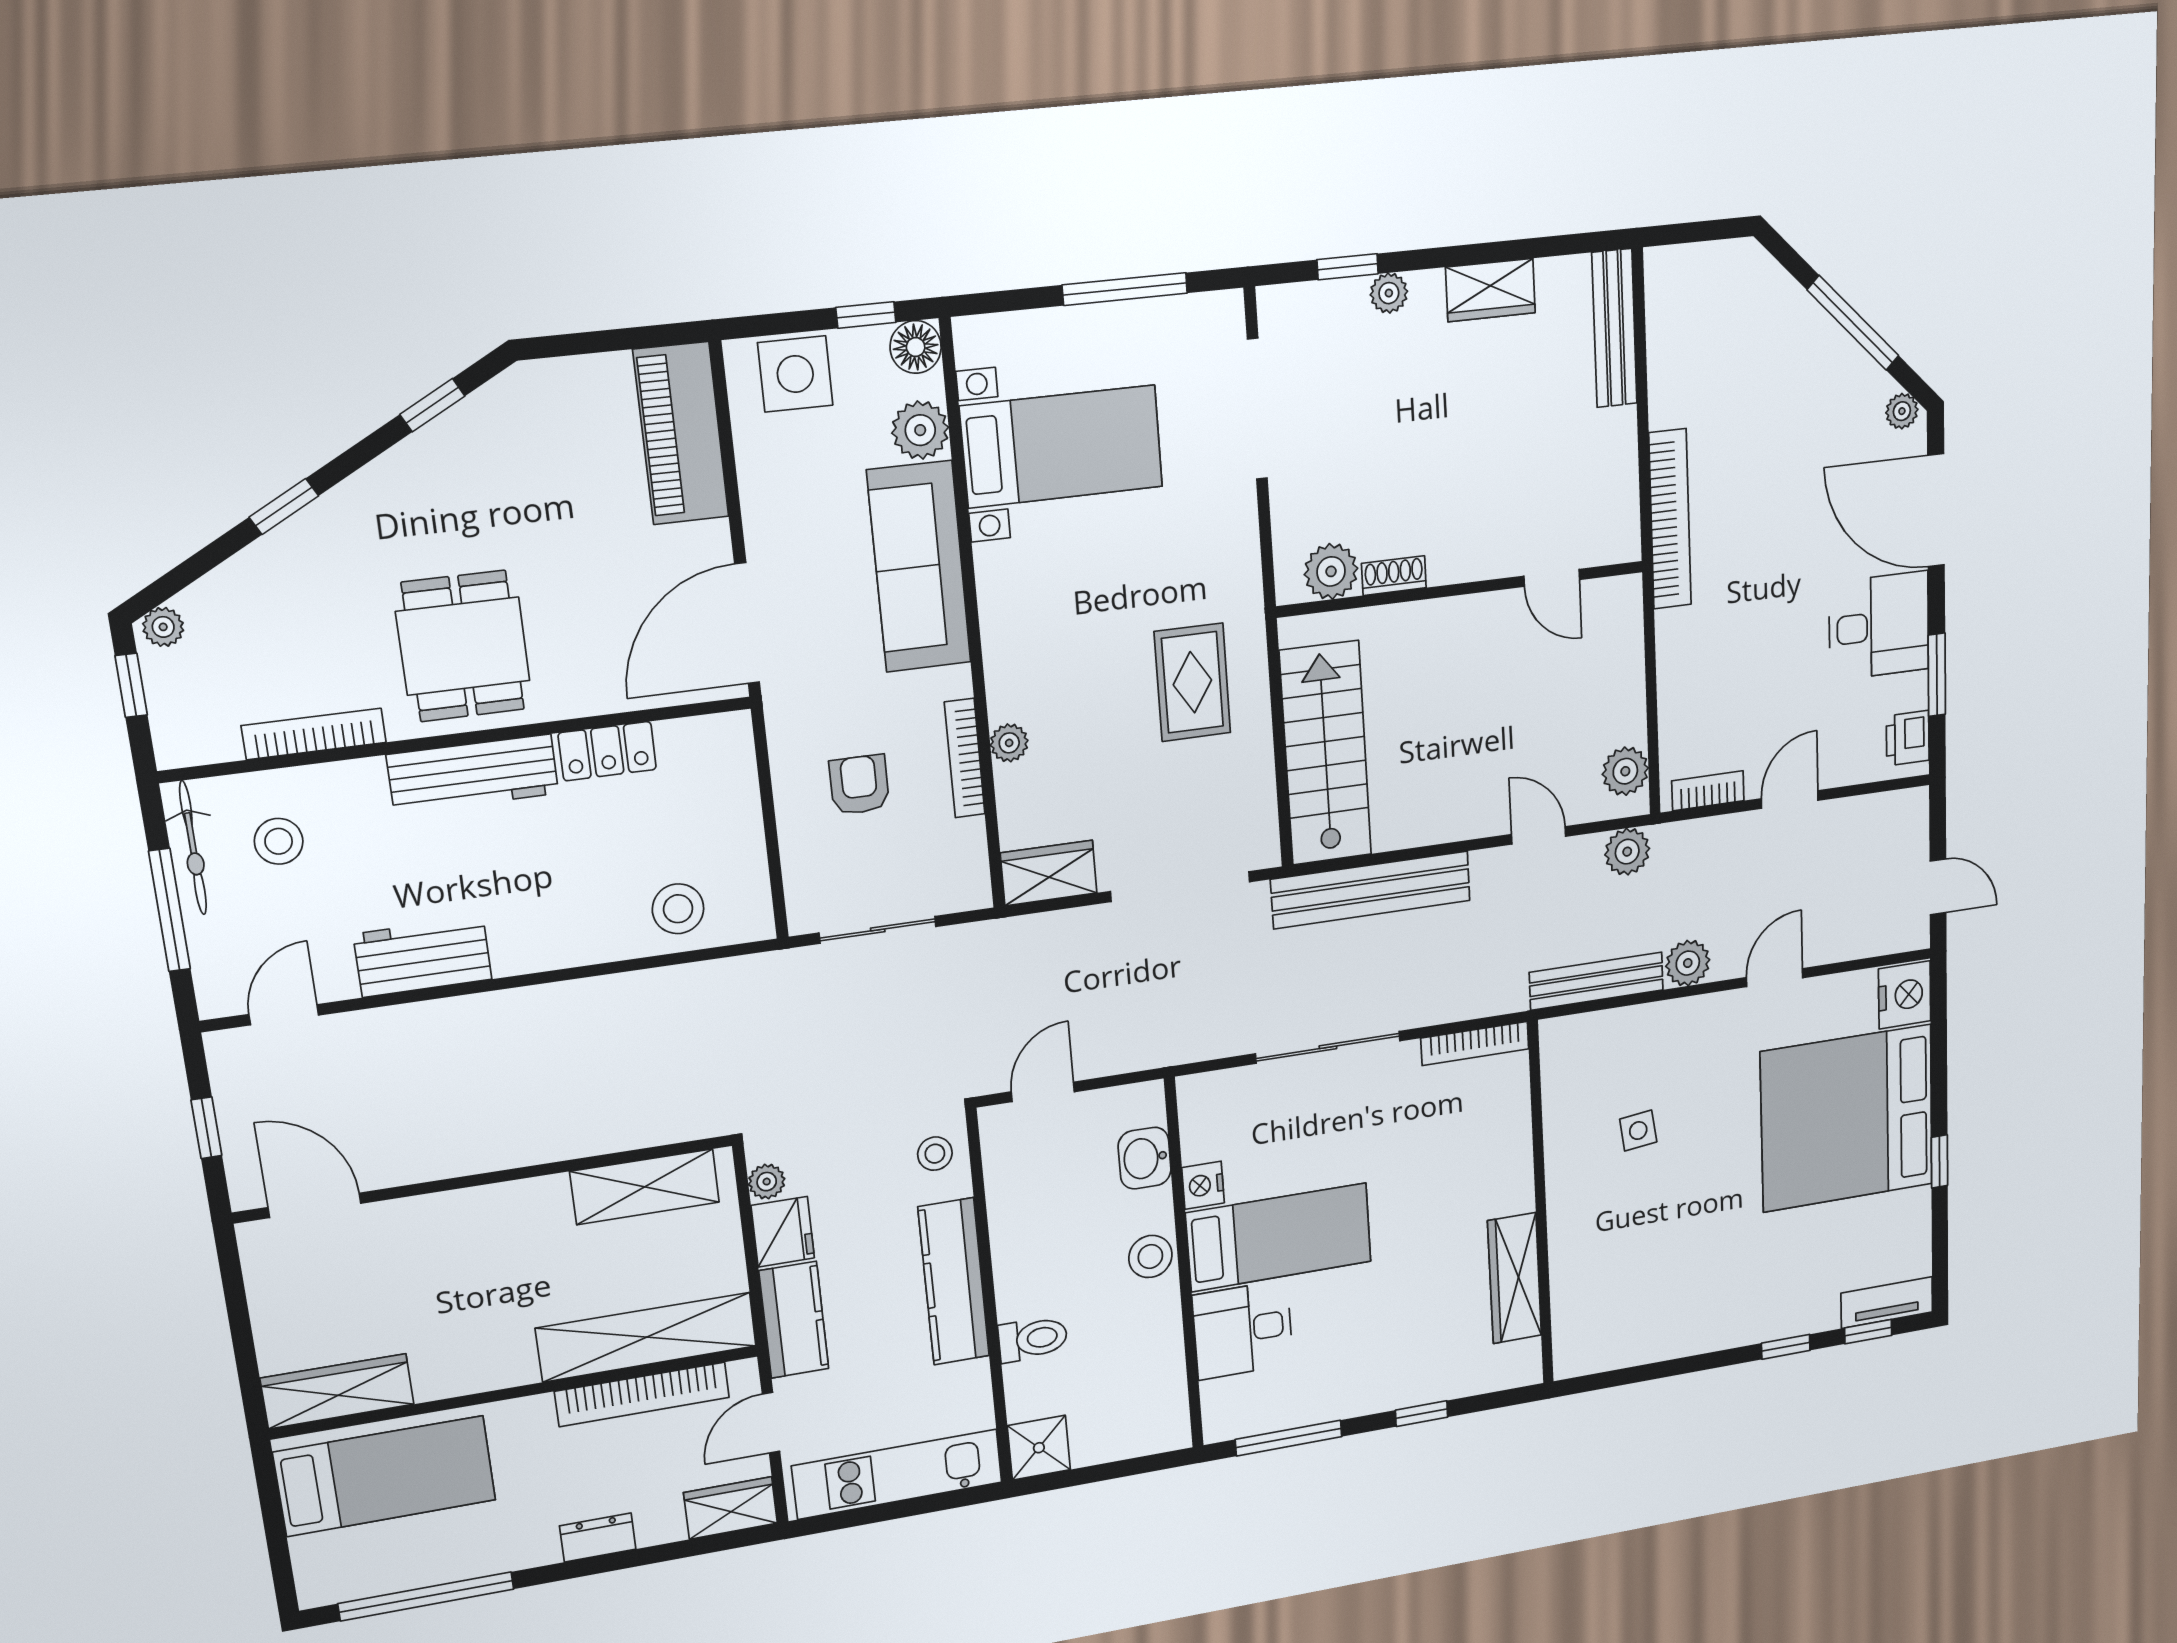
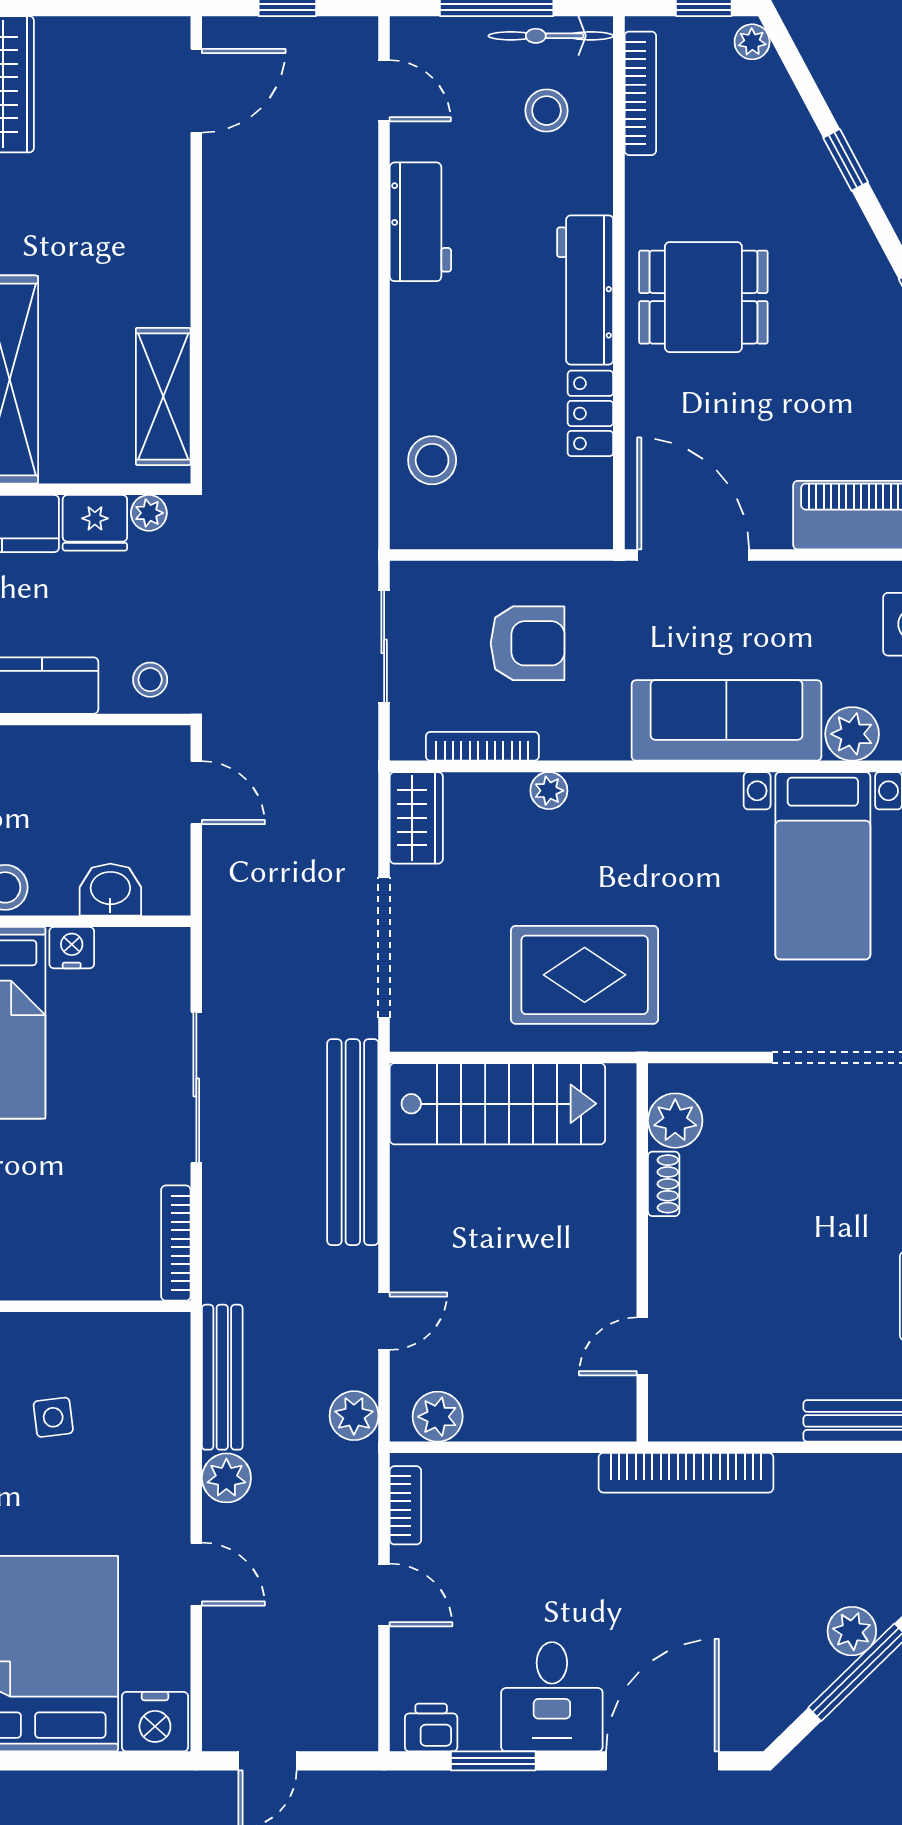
plant: (1902, 411) -> (852, 1631), moved, width x1.38, depth x1.38
rug: (1192, 682) -> (585, 975), width x1.36, depth x1.43
bookcase: (314, 734) -> (640, 93), moved
bookcase: (965, 758) -> (482, 746), moved
armchair: (859, 785) -> (528, 643), width x1.38, depth x1.38

